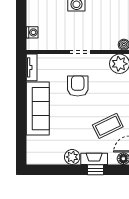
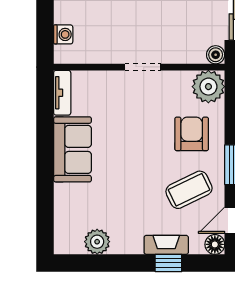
armchair: (78, 86) -> (192, 134), moved
sofa: (38, 109) -> (72, 149), width x0.73
plant: (72, 157) -> (97, 242), moved

